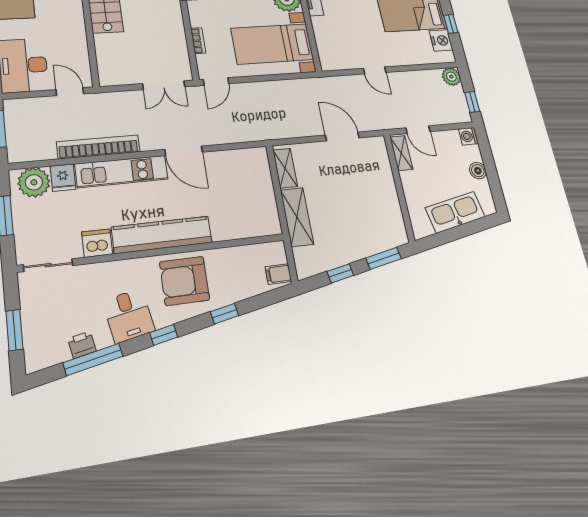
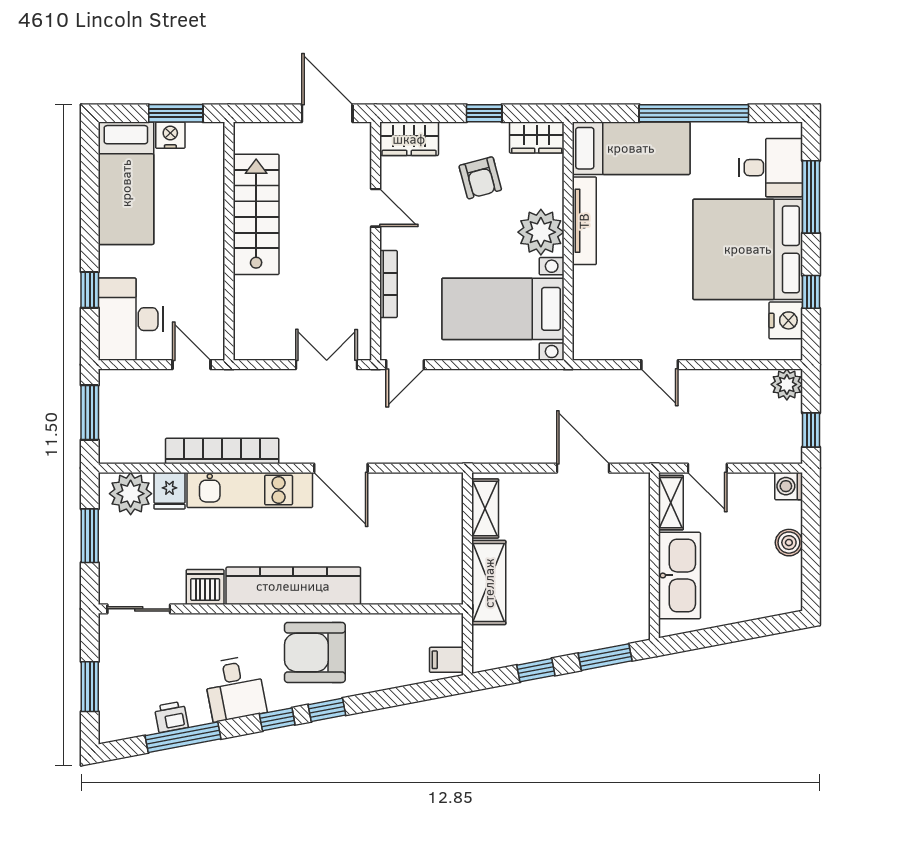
bookcase: (198, 41) -> (389, 284), width x1.56
double door: (164, 85) -> (327, 365), swing flipped
kitchen sink: (455, 212) -> (679, 575), moved, turned 101
window: (225, 314) -> (327, 710), moved

